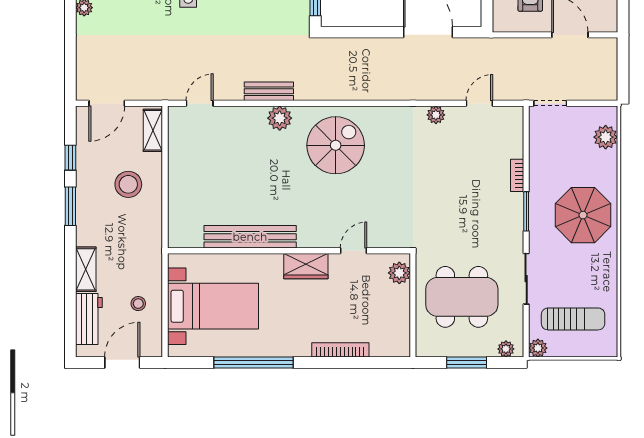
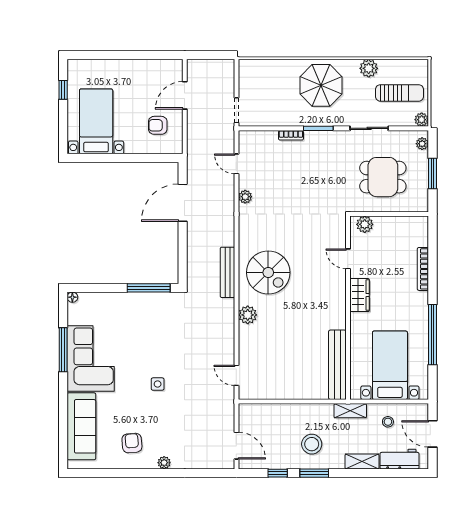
bench: (269, 91) -> (227, 272), moved, width x1.36
shelving: (153, 130) -> (350, 411), moved
plant: (606, 137) -> (369, 68), moved
spiral stairs: (336, 145) -> (268, 273), turned 180
stool: (128, 184) -> (312, 444), moved
bench: (250, 237) -> (337, 365), moved
dining table: (462, 297) -> (383, 177), width x0.73
sun lounger: (573, 319) -> (400, 93), turned 90

